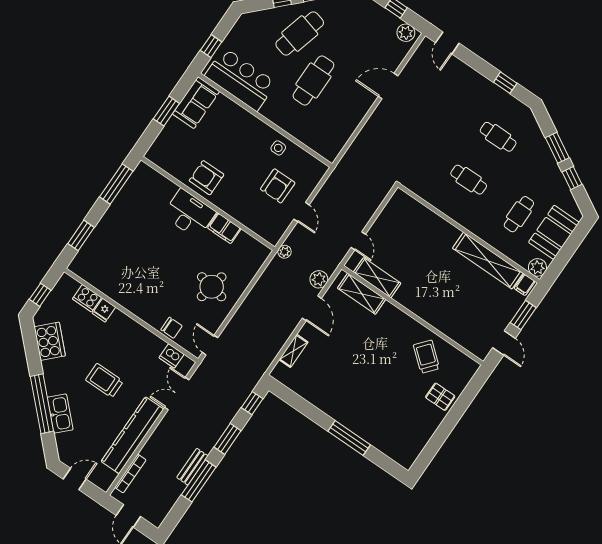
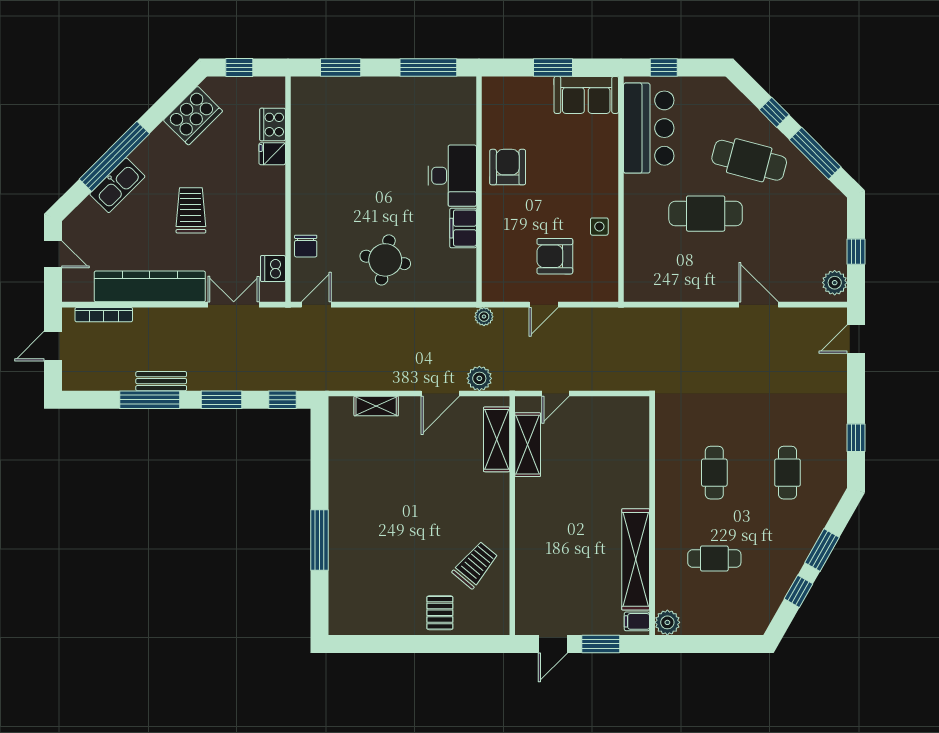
booth: (554, 232) -> (721, 613), removed

